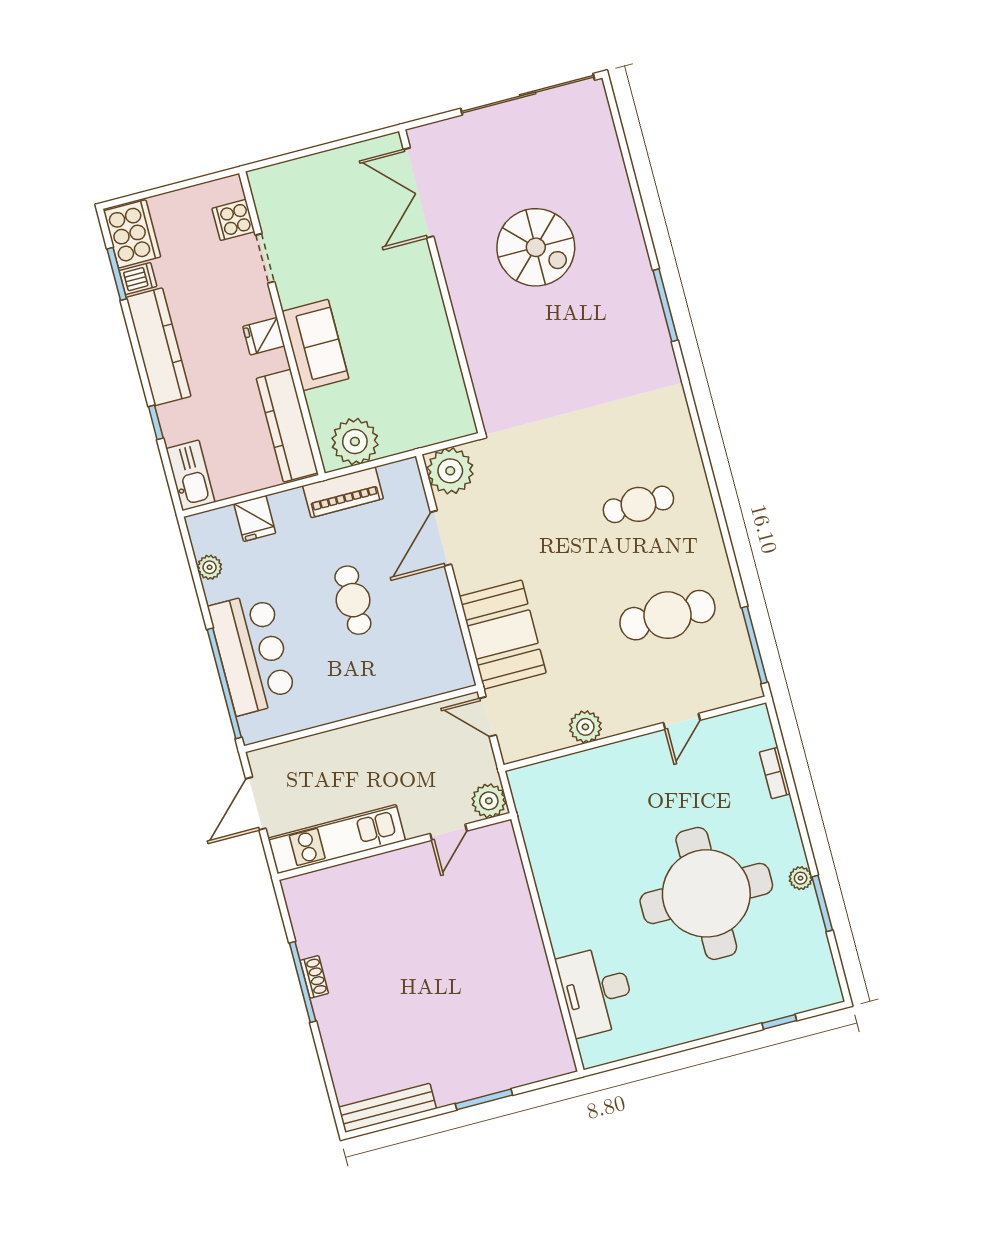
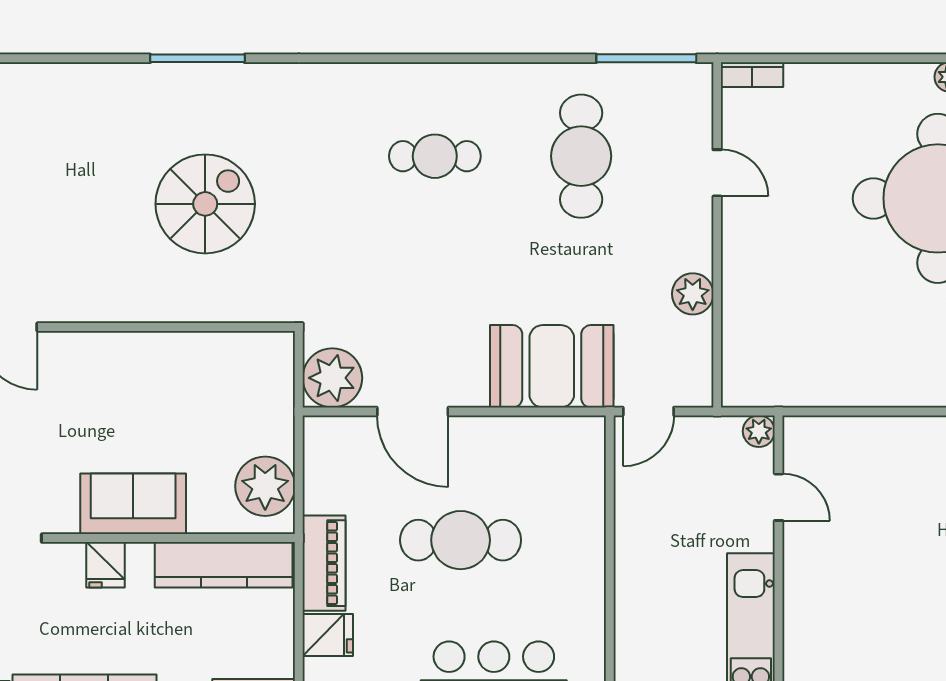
spiral stairs: (536, 247) -> (205, 204), moved
piano: (343, 492) -> (324, 563), moved
cafe table: (638, 504) -> (435, 156), turned 90
cafe table: (353, 600) -> (461, 540), width x1.37, depth x1.35
bookcase: (775, 773) -> (752, 75), moved
plant: (489, 801) -> (759, 431), width x0.73, depth x0.73

